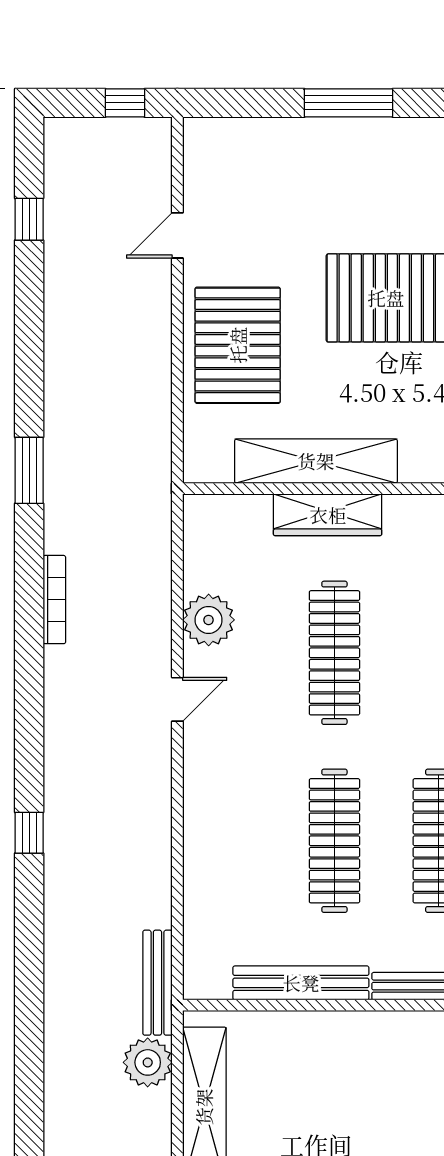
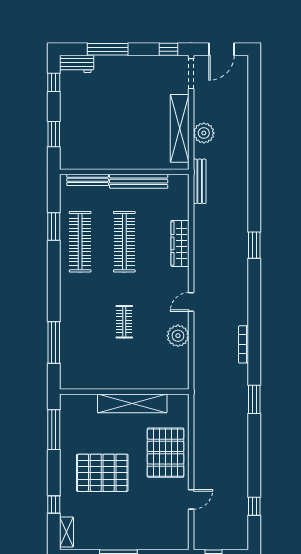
wardrobe: (328, 515) -> (180, 243), moved, turned -90
clothes rail: (334, 653) -> (124, 322), width x0.54, depth x0.76
window: (29, 833) -> (254, 245), width x1.50
plant: (148, 1062) -> (204, 133), moved

